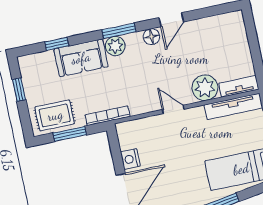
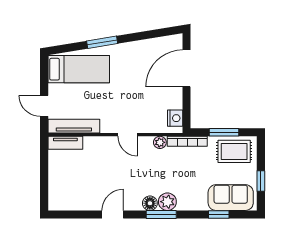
floor lamp: (151, 37) -> (150, 203), moved
sofa: (81, 58) -> (231, 198), moved
plant: (205, 88) -> (160, 142), moved, width x0.53, depth x0.53
nightstand: (130, 159) -> (175, 118), moved

